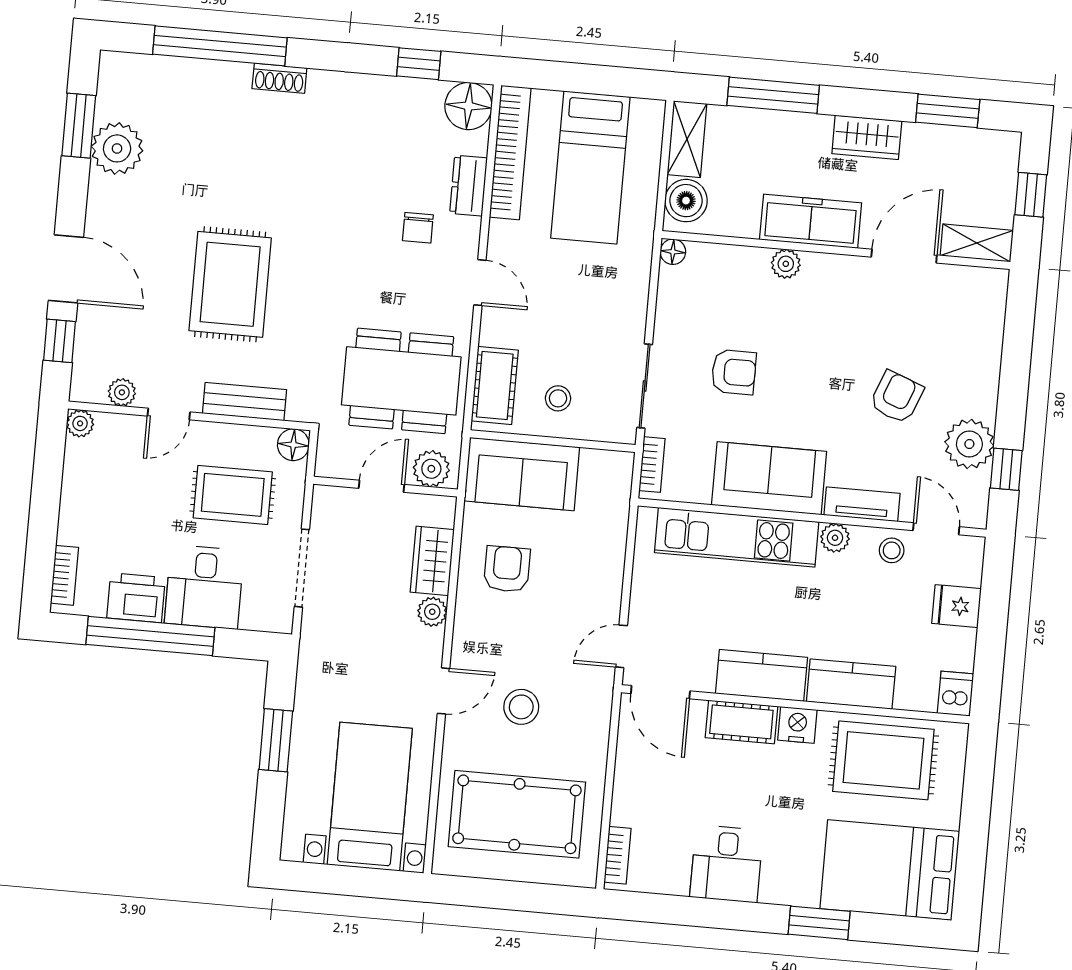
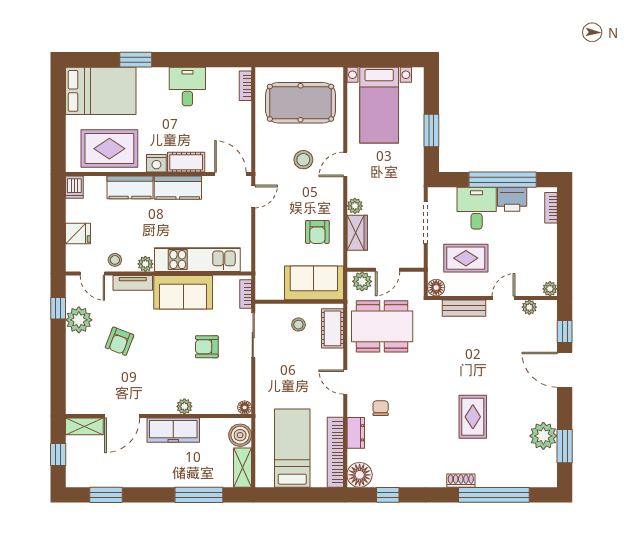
wardrobe: (867, 137) -> (148, 477), removed
rug: (230, 284) -> (473, 417), moved, width x0.73, depth x0.70

